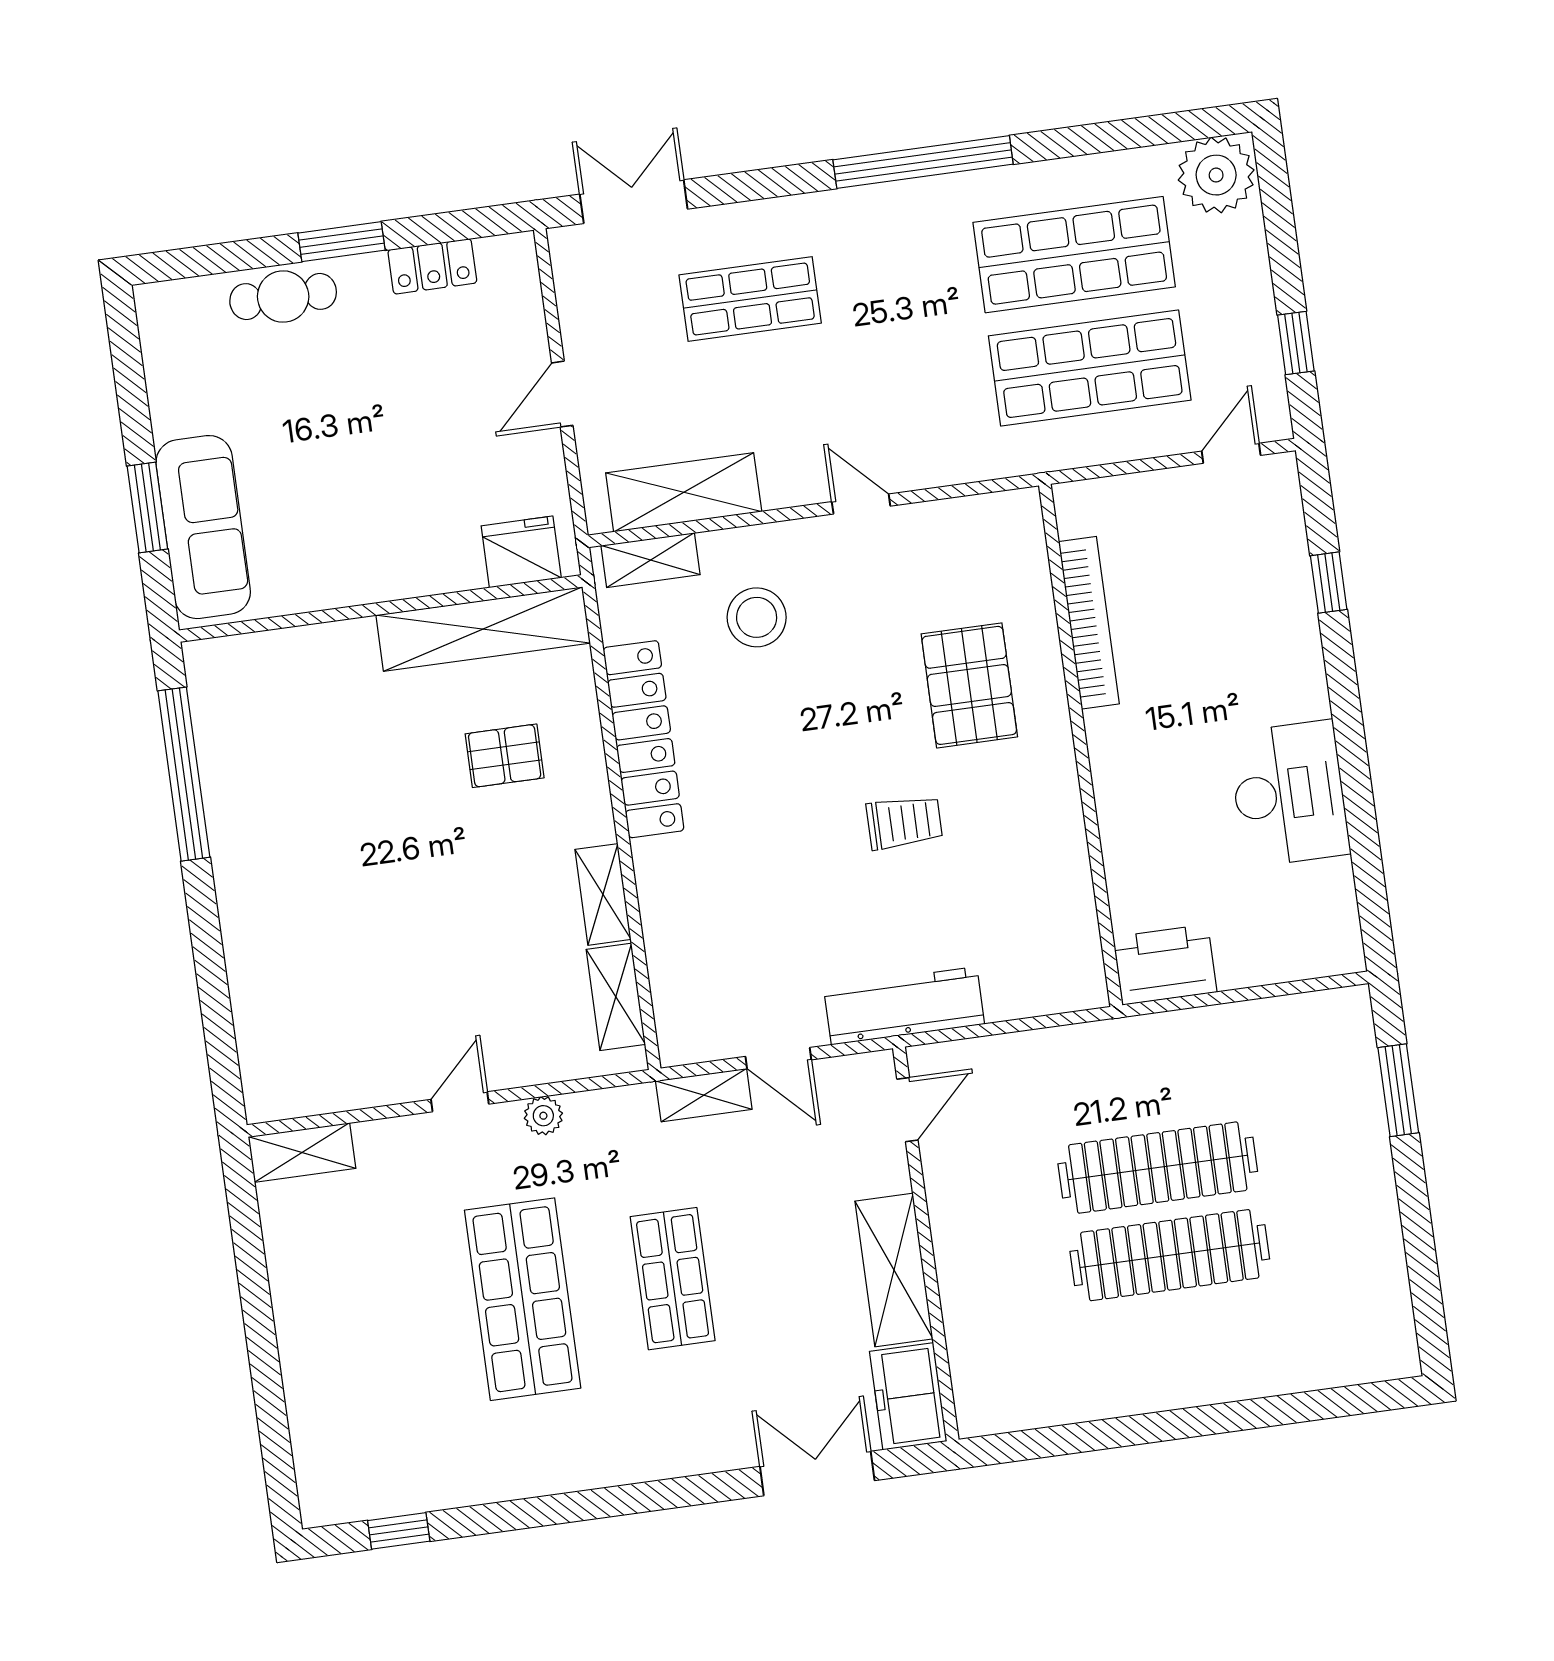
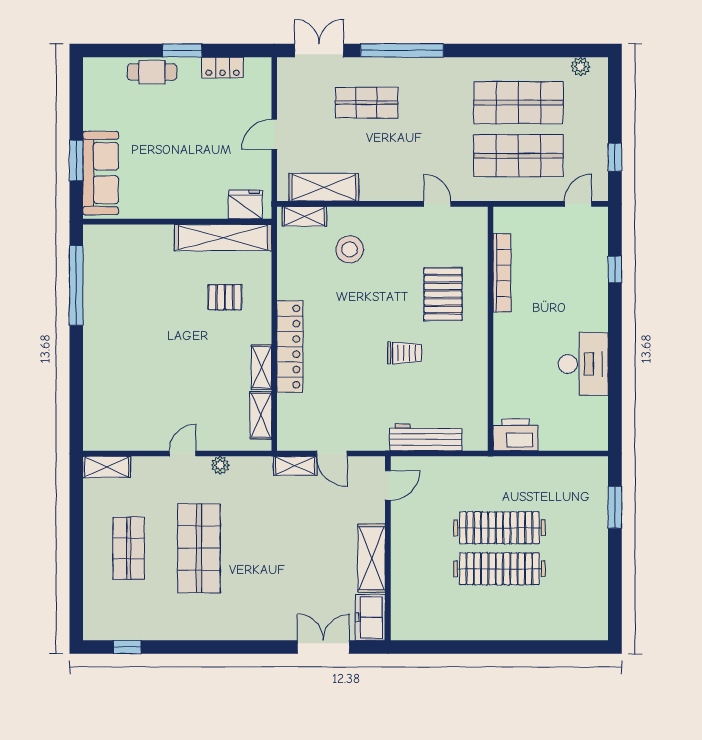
window: (923, 162) -> (402, 50), moved
plant: (1216, 175) -> (580, 67), width x0.53, depth x0.53
door: (861, 504) -> (437, 204), moved
locker: (644, 739) -> (290, 347), moved
workbench: (904, 1006) -> (426, 437), moved
shop shelf: (673, 1279) -> (129, 548), moved

